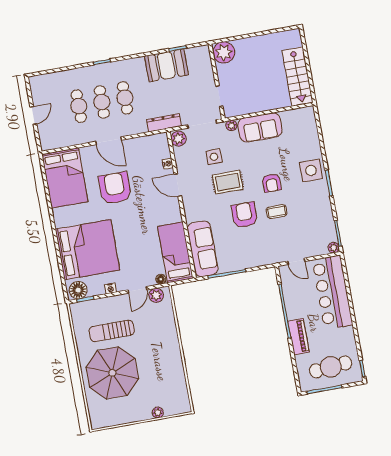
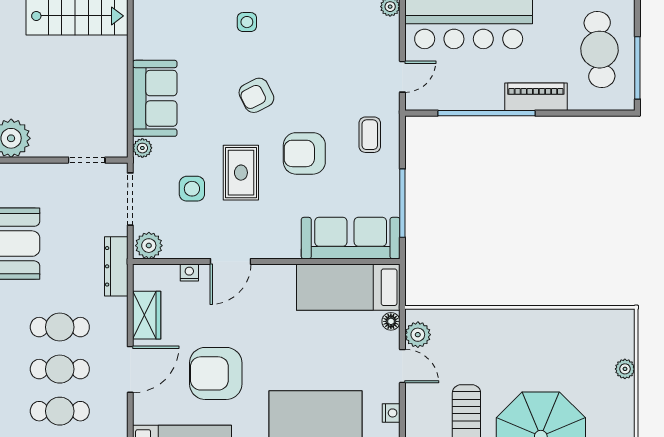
wardrobe: (140, 144) -> (147, 315), added
side table: (311, 170) -> (247, 22), width x0.54, depth x0.54
armchair: (272, 183) -> (256, 95), turned 153
coffee table: (277, 212) -> (370, 135), moved

